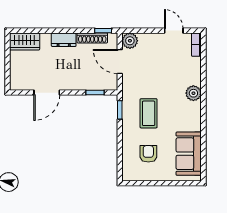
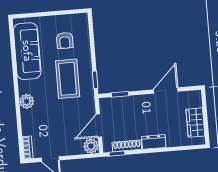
wardrobe: (25, 41) -> (195, 123), moved, turned -90
door: (120, 62) -> (99, 126), swing flipped
coffee table: (149, 113) -> (68, 79), width x1.36, depth x1.32
sofa: (189, 154) -> (27, 51), width x1.36

